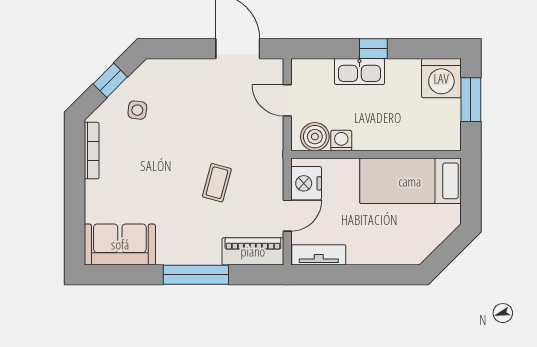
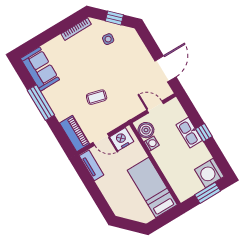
door: (287, 100) -> (155, 107), hinge flipped
window: (196, 275) -> (41, 103), moved

